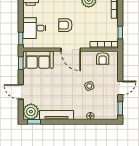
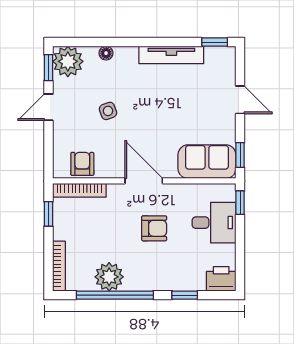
plant: (31, 112) -> (68, 61), moved

